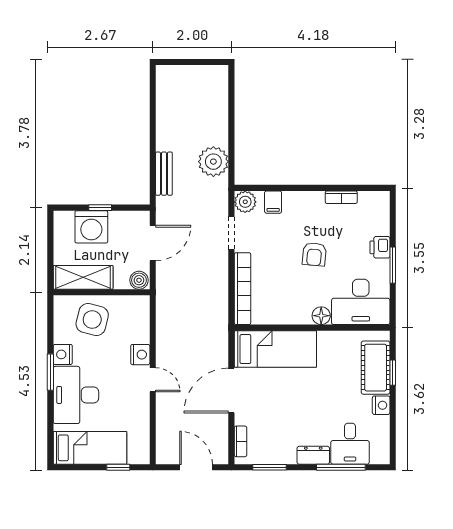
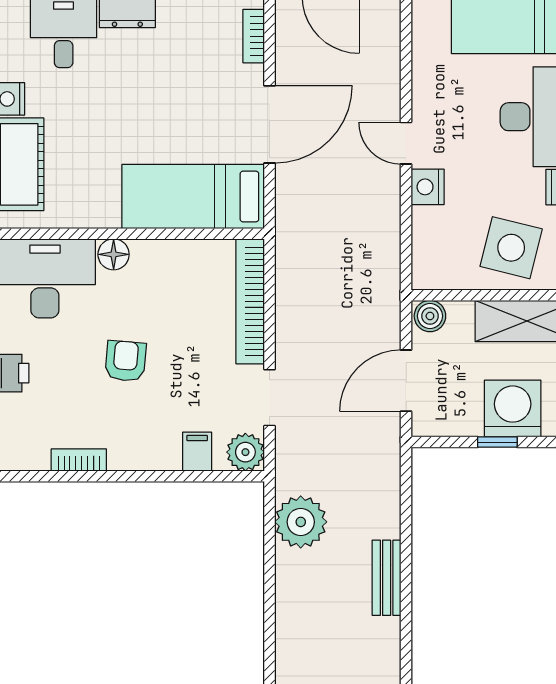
bench: (164, 174) -> (387, 578), moved

